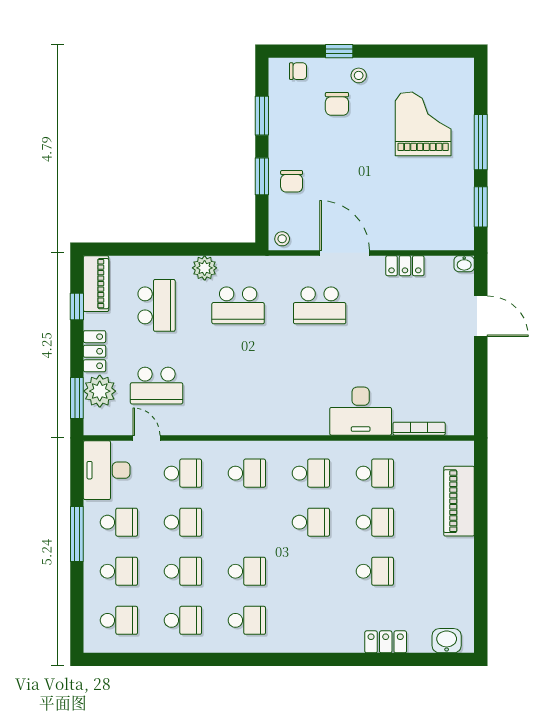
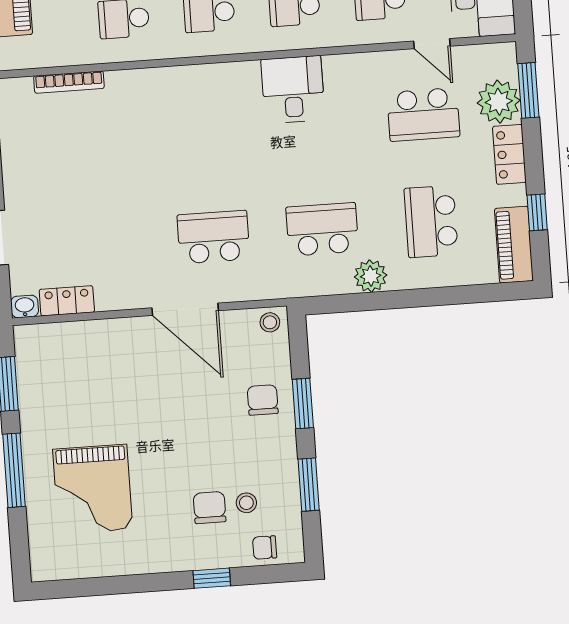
stool: (359, 75) -> (246, 503), moved
locker: (405, 266) -> (67, 301), moved
school desk: (157, 386) -> (423, 115), turned 180
desk: (361, 411) -> (293, 90), moved, width x0.73

